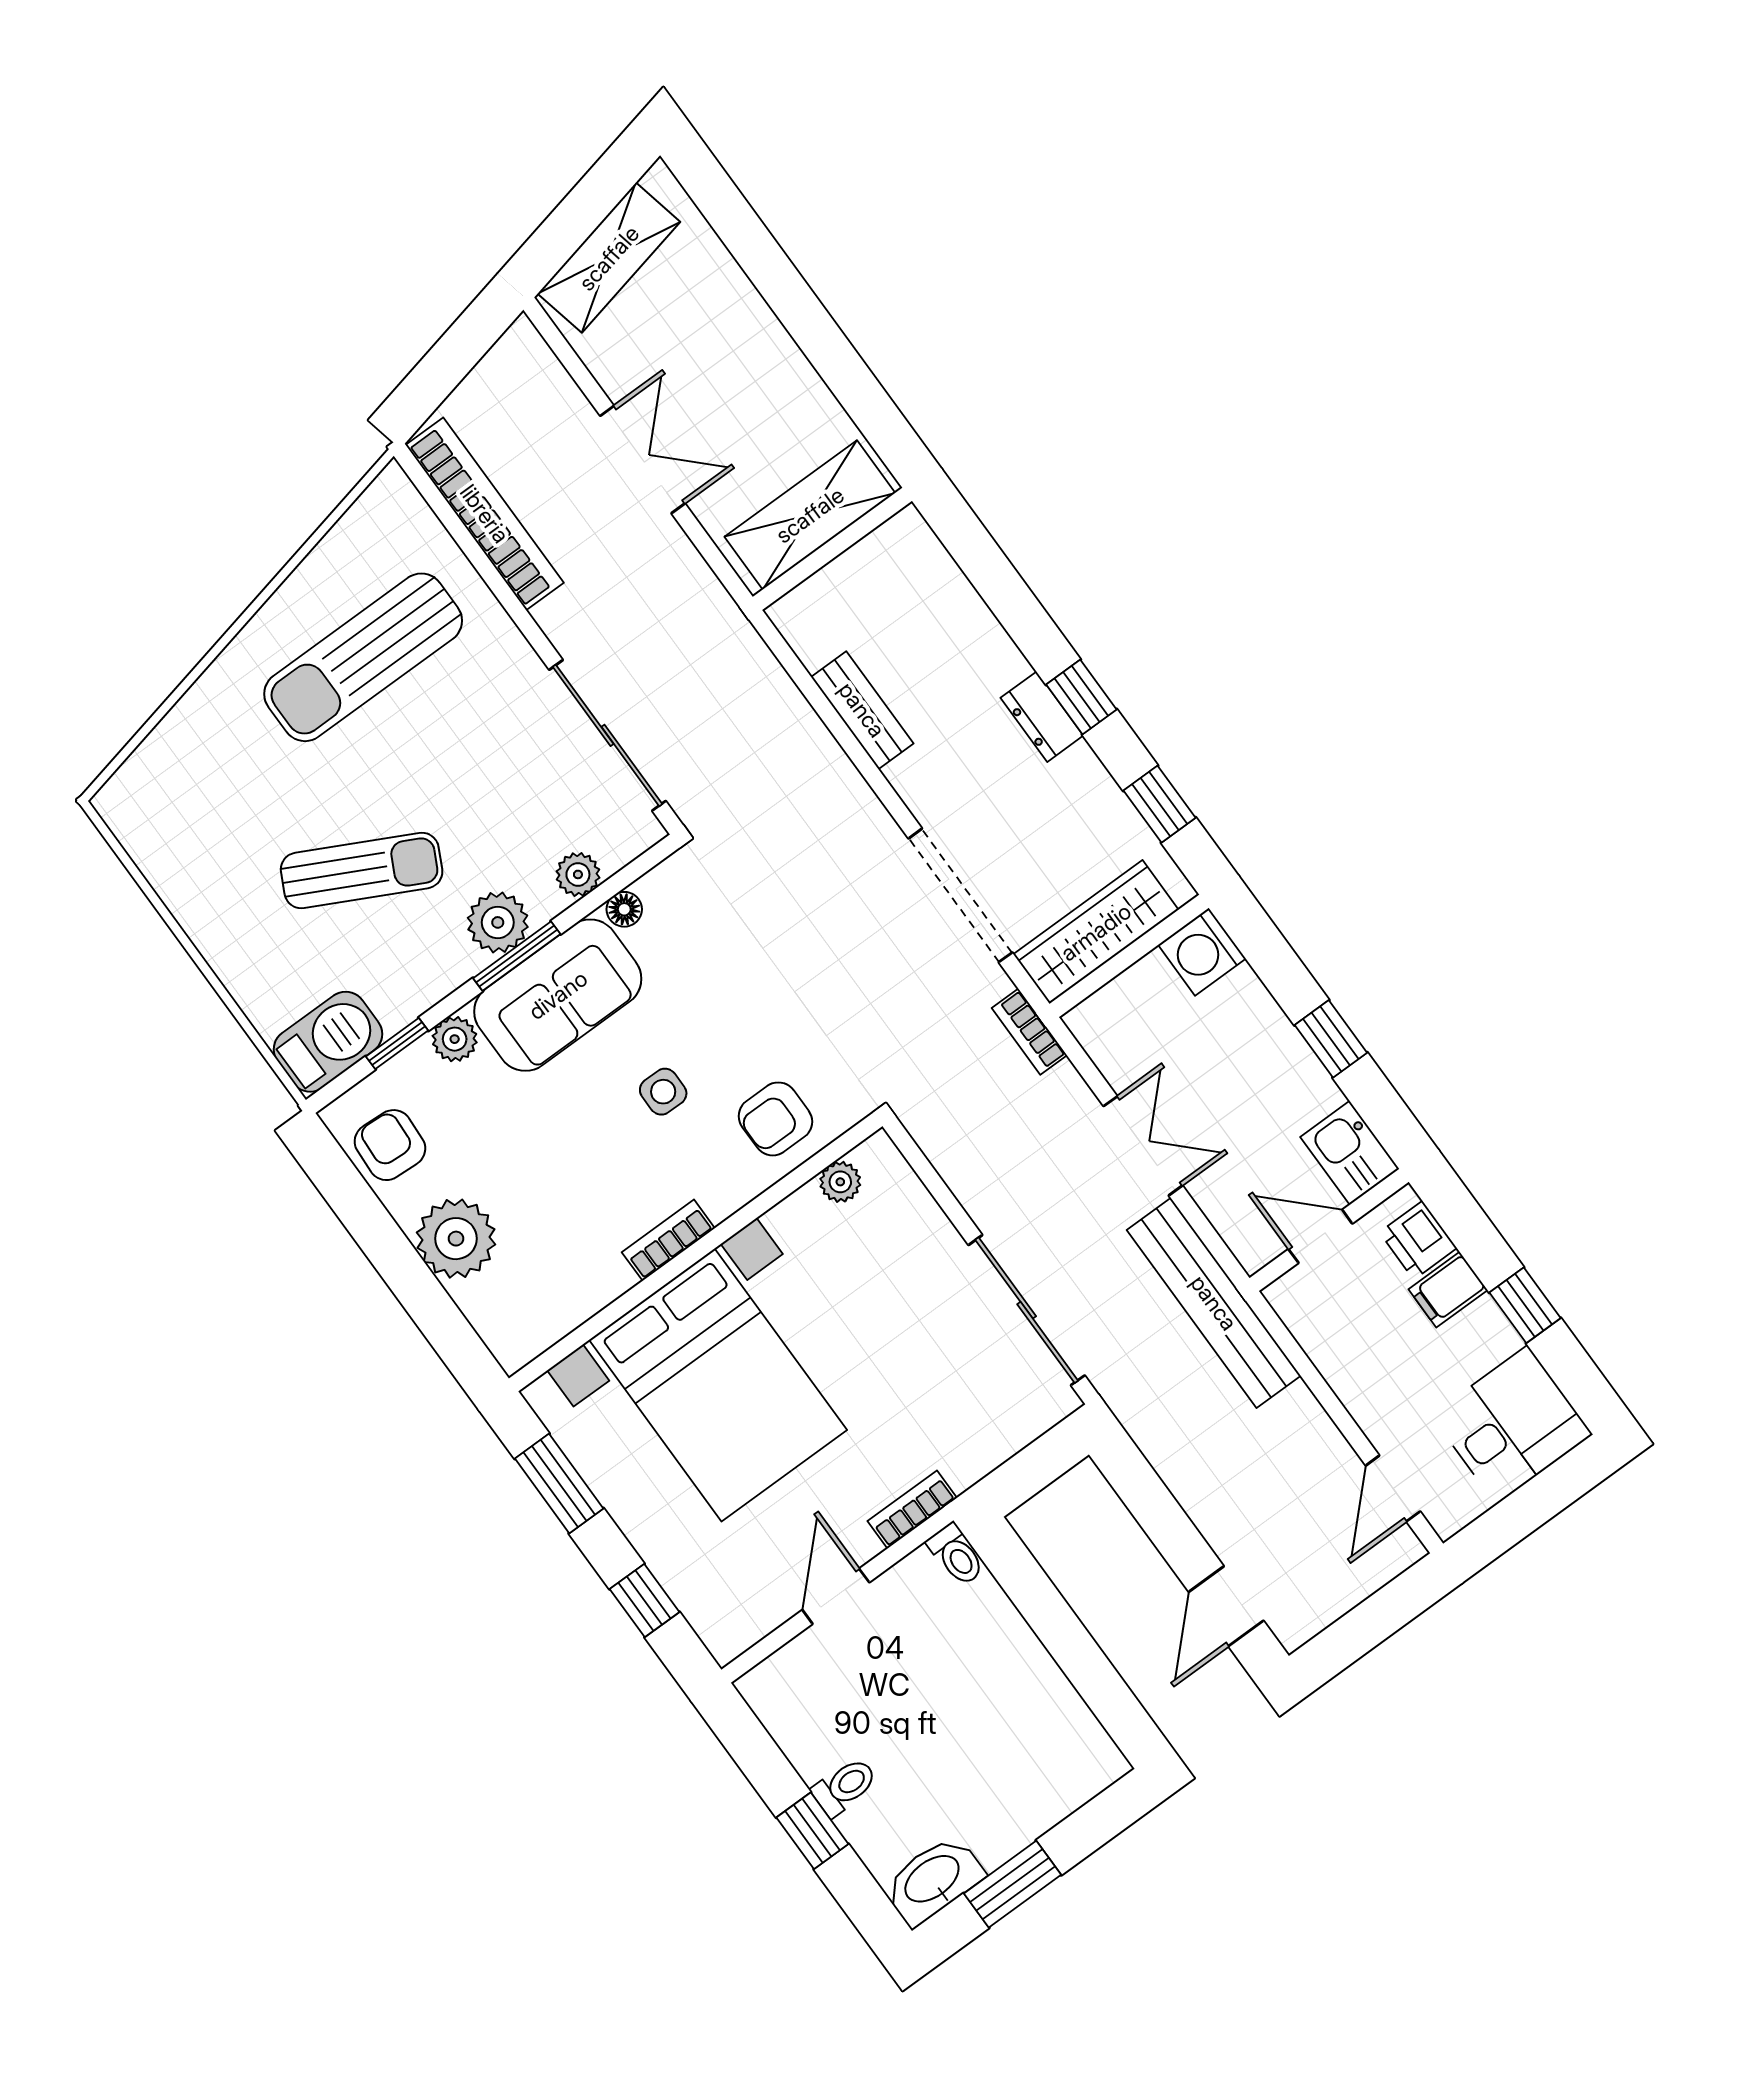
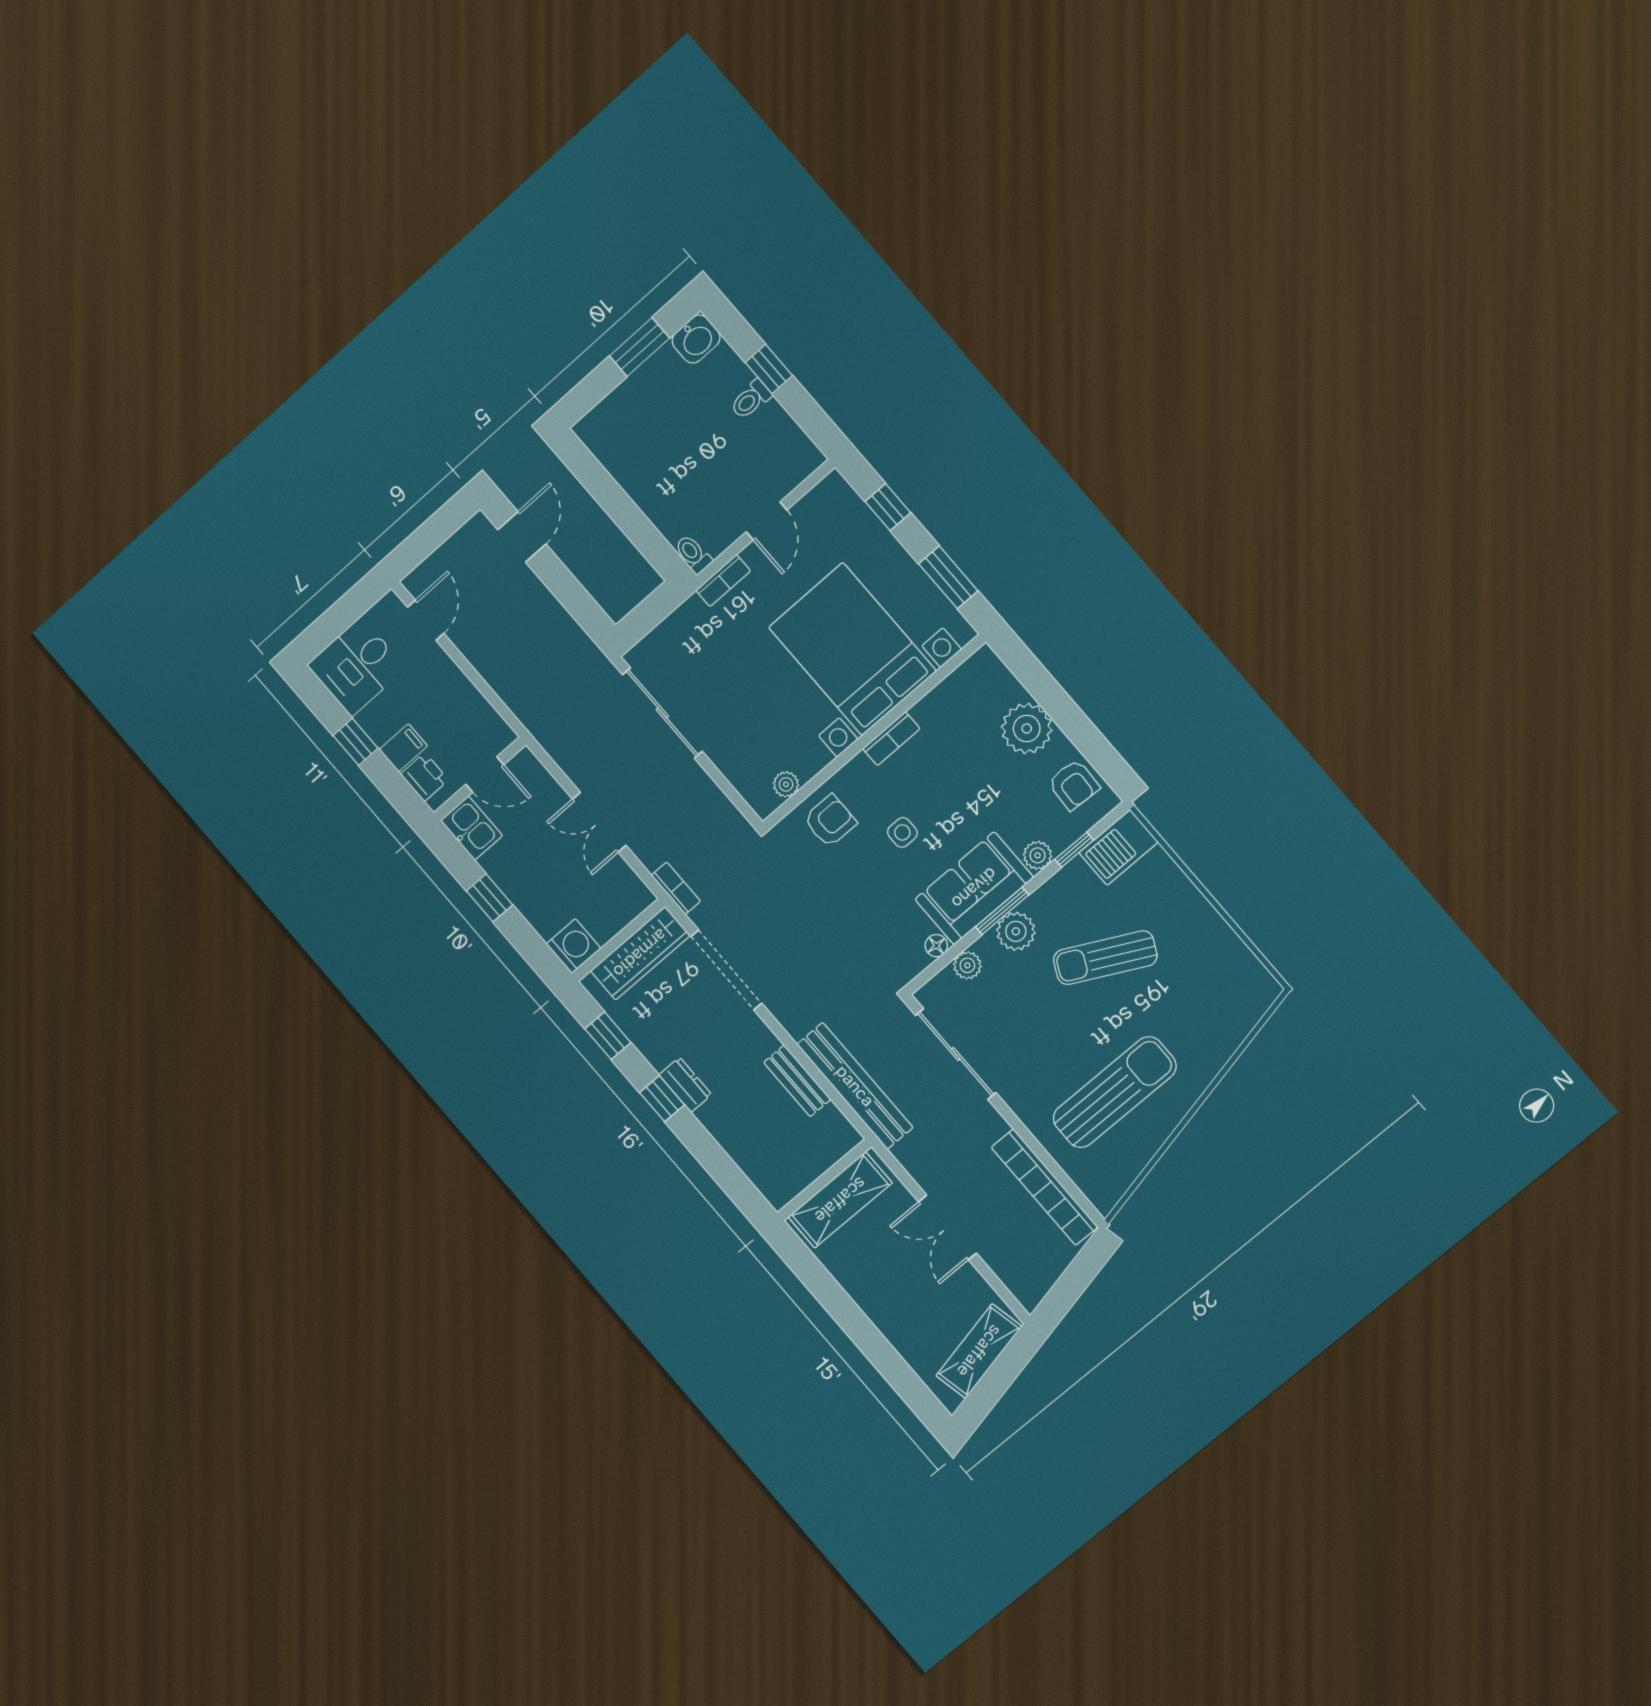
bench: (1214, 1303) -> (855, 1086), moved
washbasin: (933, 1880) -> (696, 339), width x0.72

